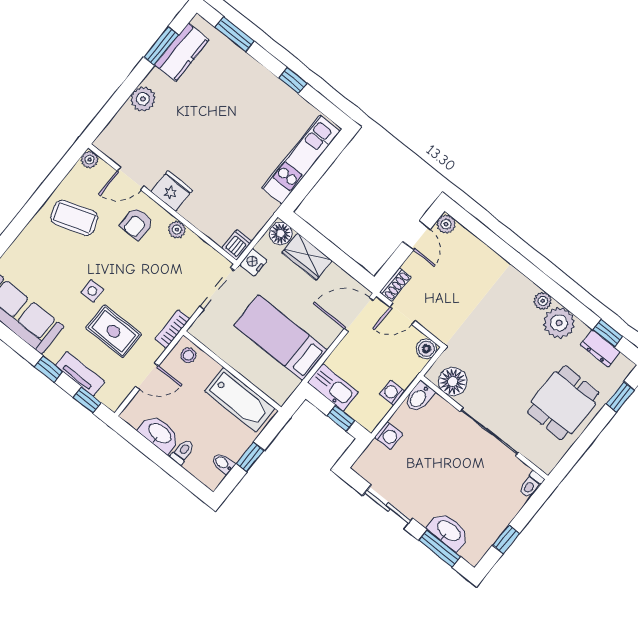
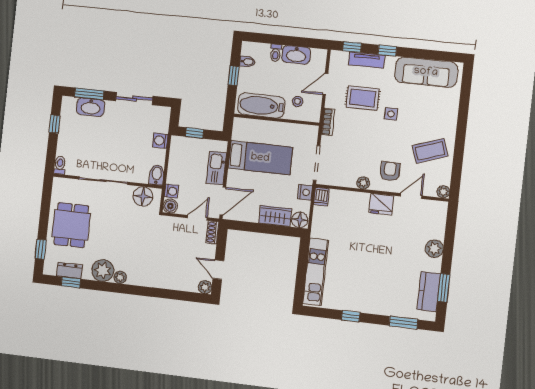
stool: (188, 355) -> (298, 101), moved
kitchen sink: (333, 387) -> (216, 168), moved, turned 90
washing machine: (392, 393) -> (171, 191), moved

